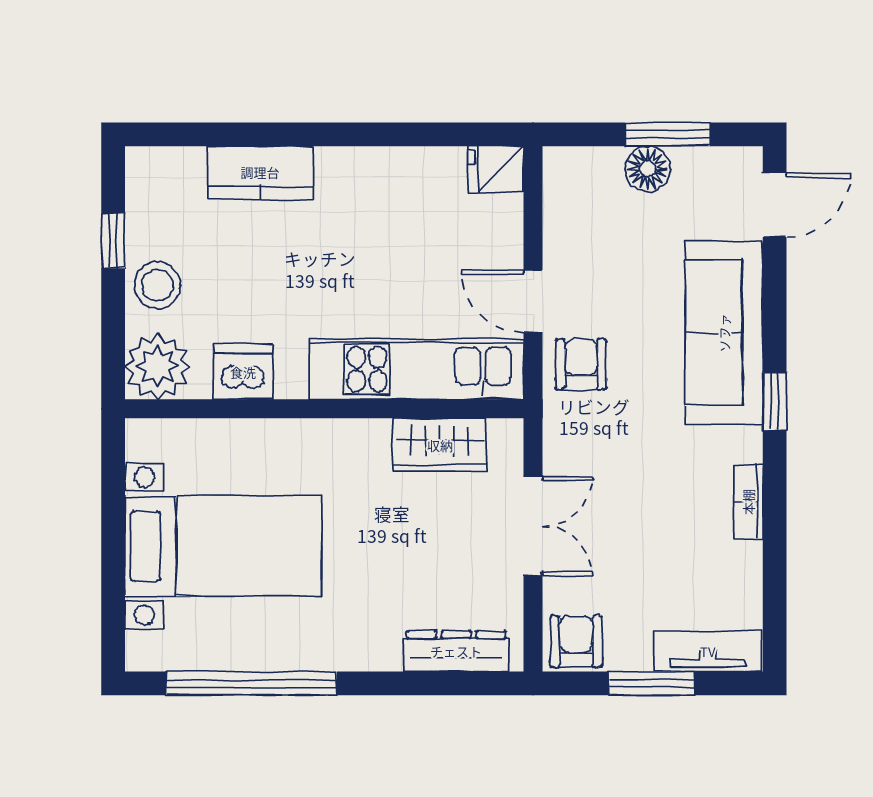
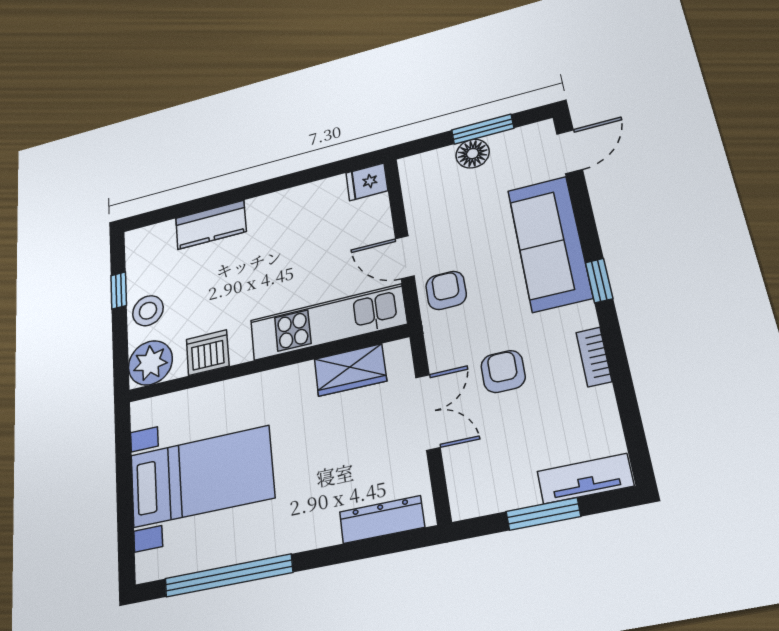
armchair: (576, 641) -> (503, 371), moved

